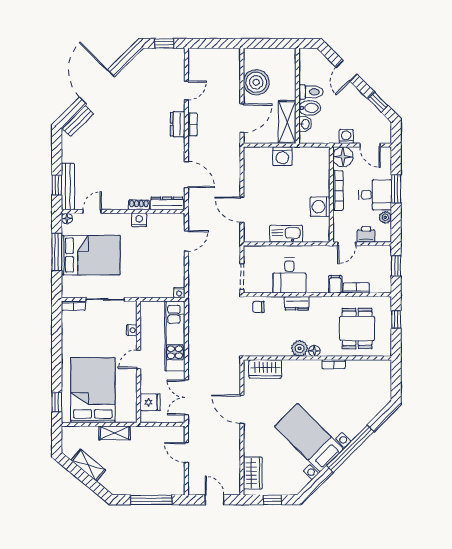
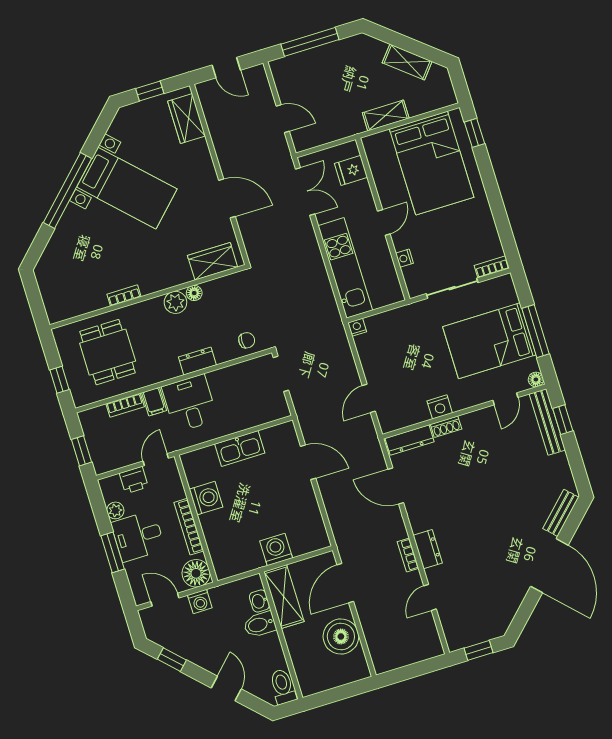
toilet: (311, 92) -> (283, 687), moved, turned 90
desk: (289, 276) -> (190, 403), moved
floor lamp: (314, 351) -> (194, 293), moved

